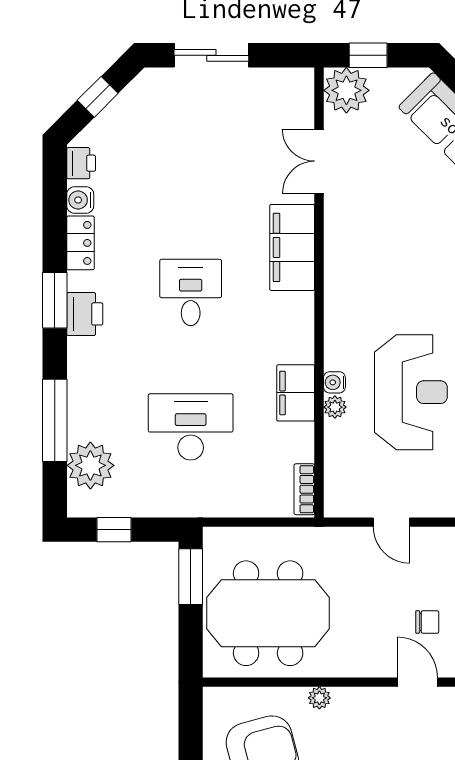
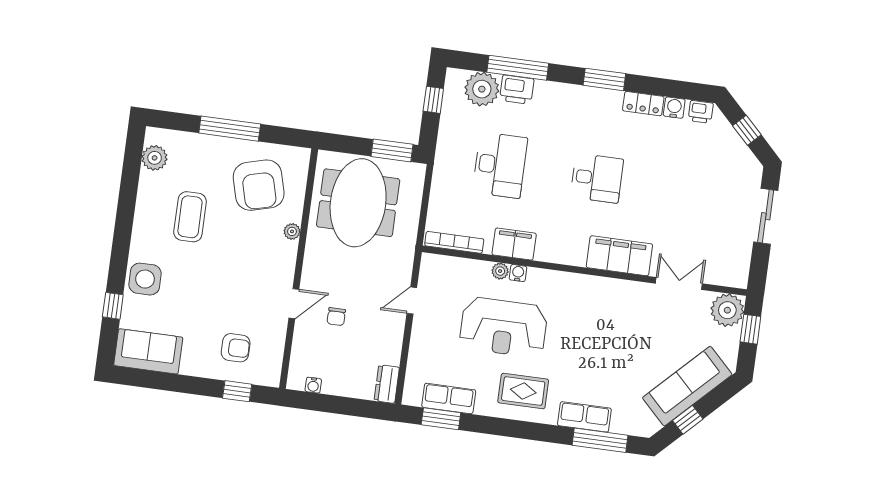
printer: (85, 314) -> (517, 90), moved
bookcase: (304, 489) -> (454, 242), width x1.56

